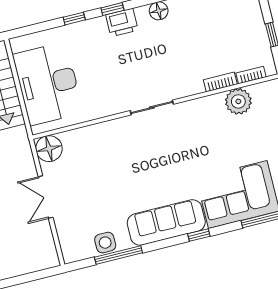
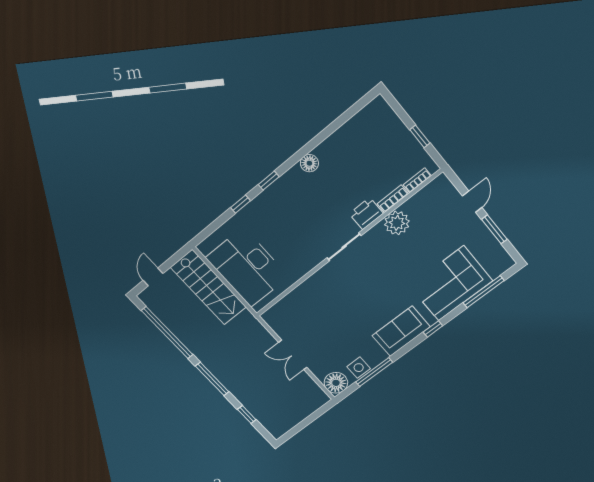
printer: (122, 22) -> (366, 214), moved, turned 180
plant: (238, 101) -> (397, 223), moved
floor lamp: (49, 149) -> (336, 383), moved
sofa: (166, 223) -> (401, 331), width x0.73

